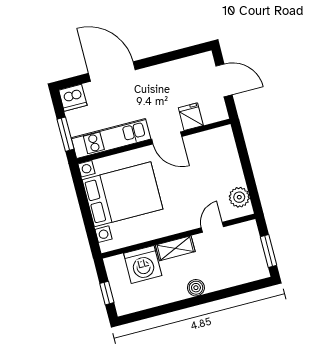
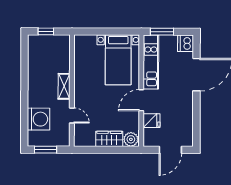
wardrobe: (231, 168) -> (109, 139), added
bed with nightstands: (122, 194) -> (118, 60), width x0.73
plant: (239, 197) -> (131, 139), moved
washing machine: (143, 264) -> (39, 119), moved, turned 180
boiler: (196, 288) -> (33, 93), removed

